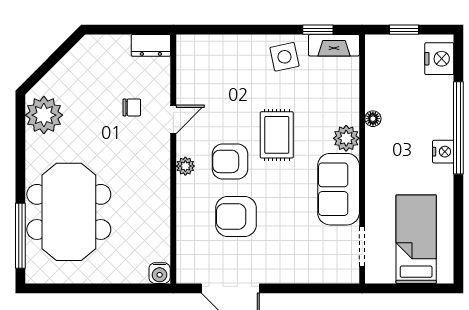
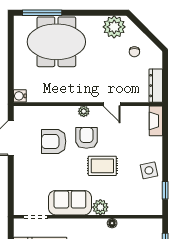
dresser: (151, 45) -> (156, 86), width x1.44
fireplace: (334, 45) -> (156, 121), moved
chair: (132, 107) -> (134, 52), moved
armchair: (236, 217) -> (54, 141), turned -90

